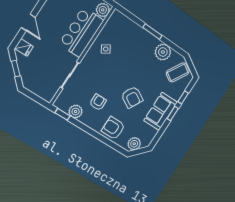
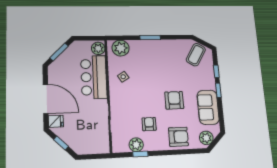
door: (28, 22) -> (46, 99), width x1.87
plant: (163, 52) -> (121, 48), moved
armchair: (132, 97) -> (174, 100), turned -119
sofa: (161, 111) -> (208, 107), moved
window: (62, 114) -> (140, 154), moved
armchair: (113, 128) -> (178, 137), turned 180

